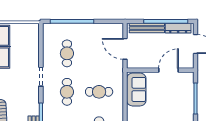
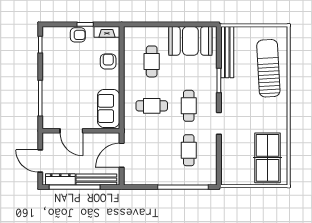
door: (125, 49) -> (122, 155), swing flipped
door: (168, 70) -> (71, 131), hinge flipped

